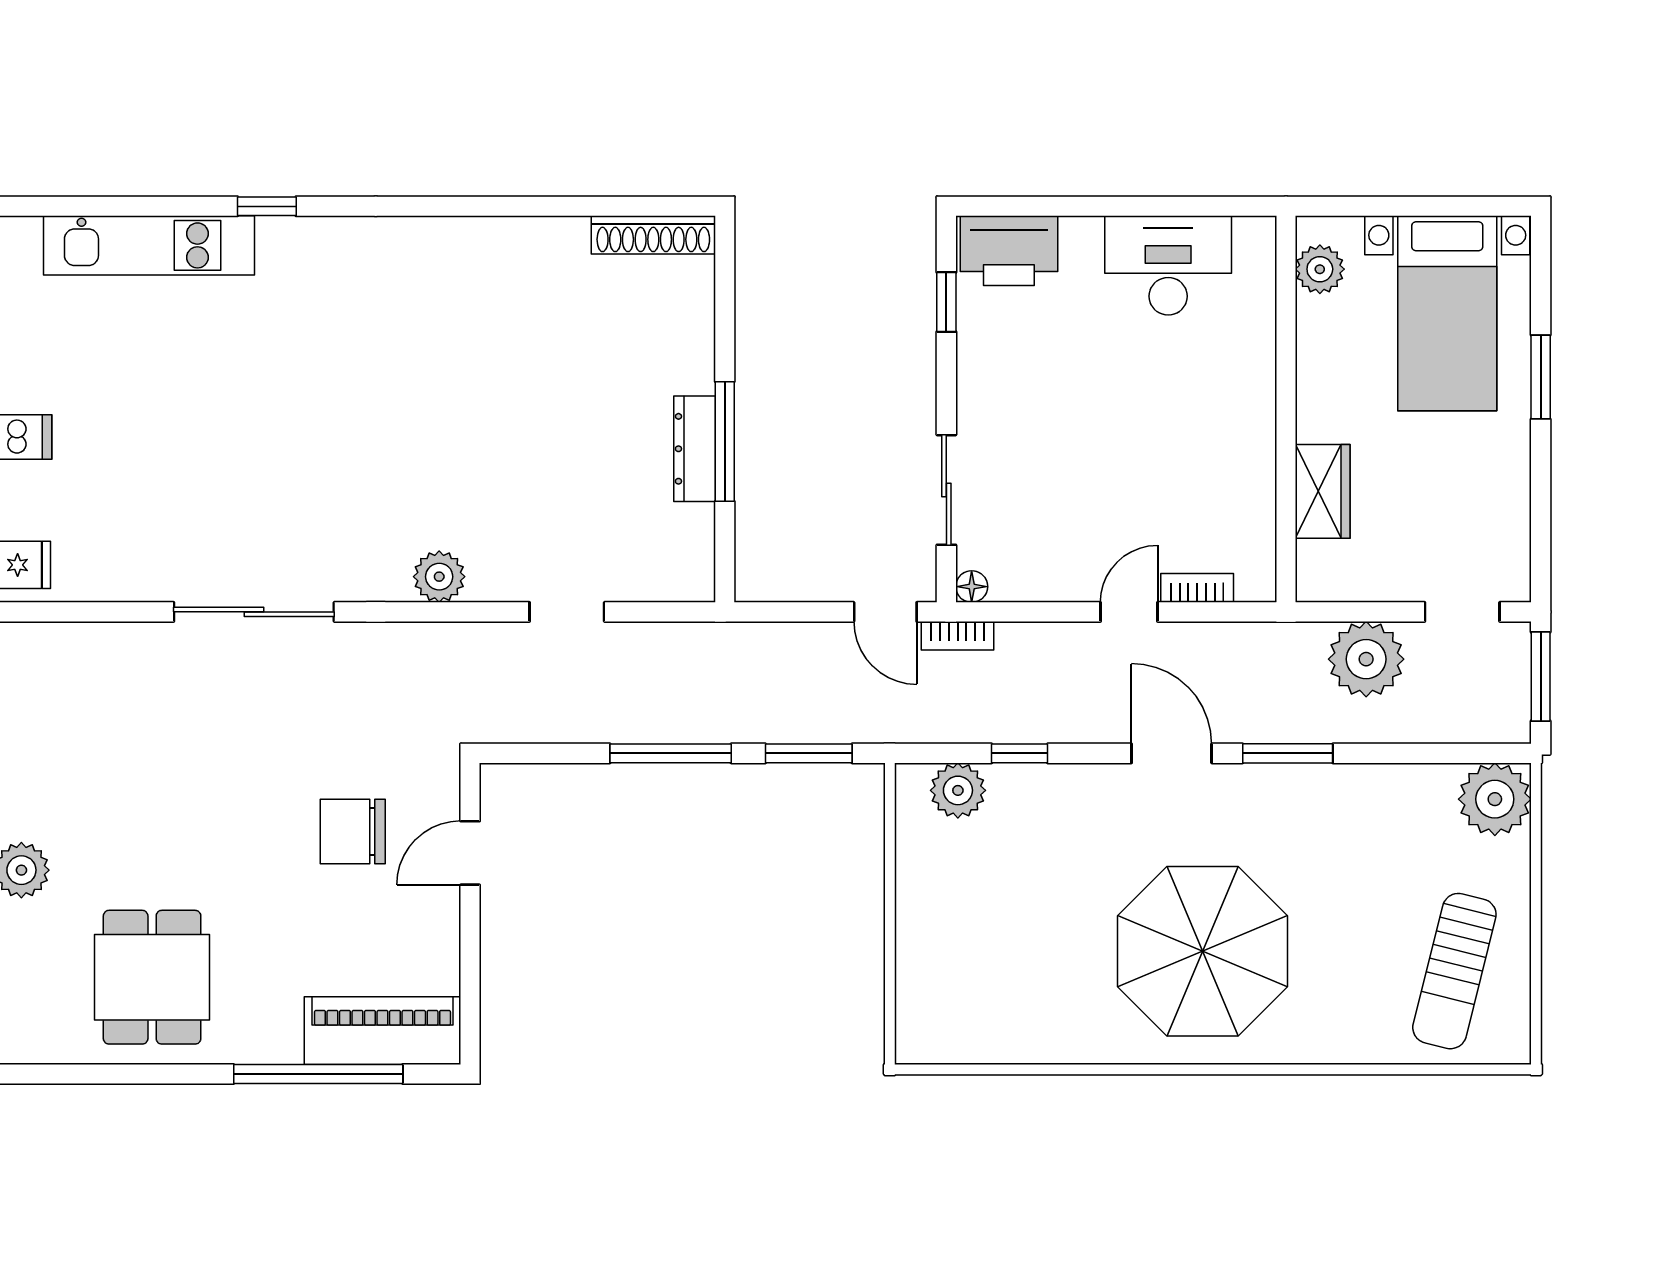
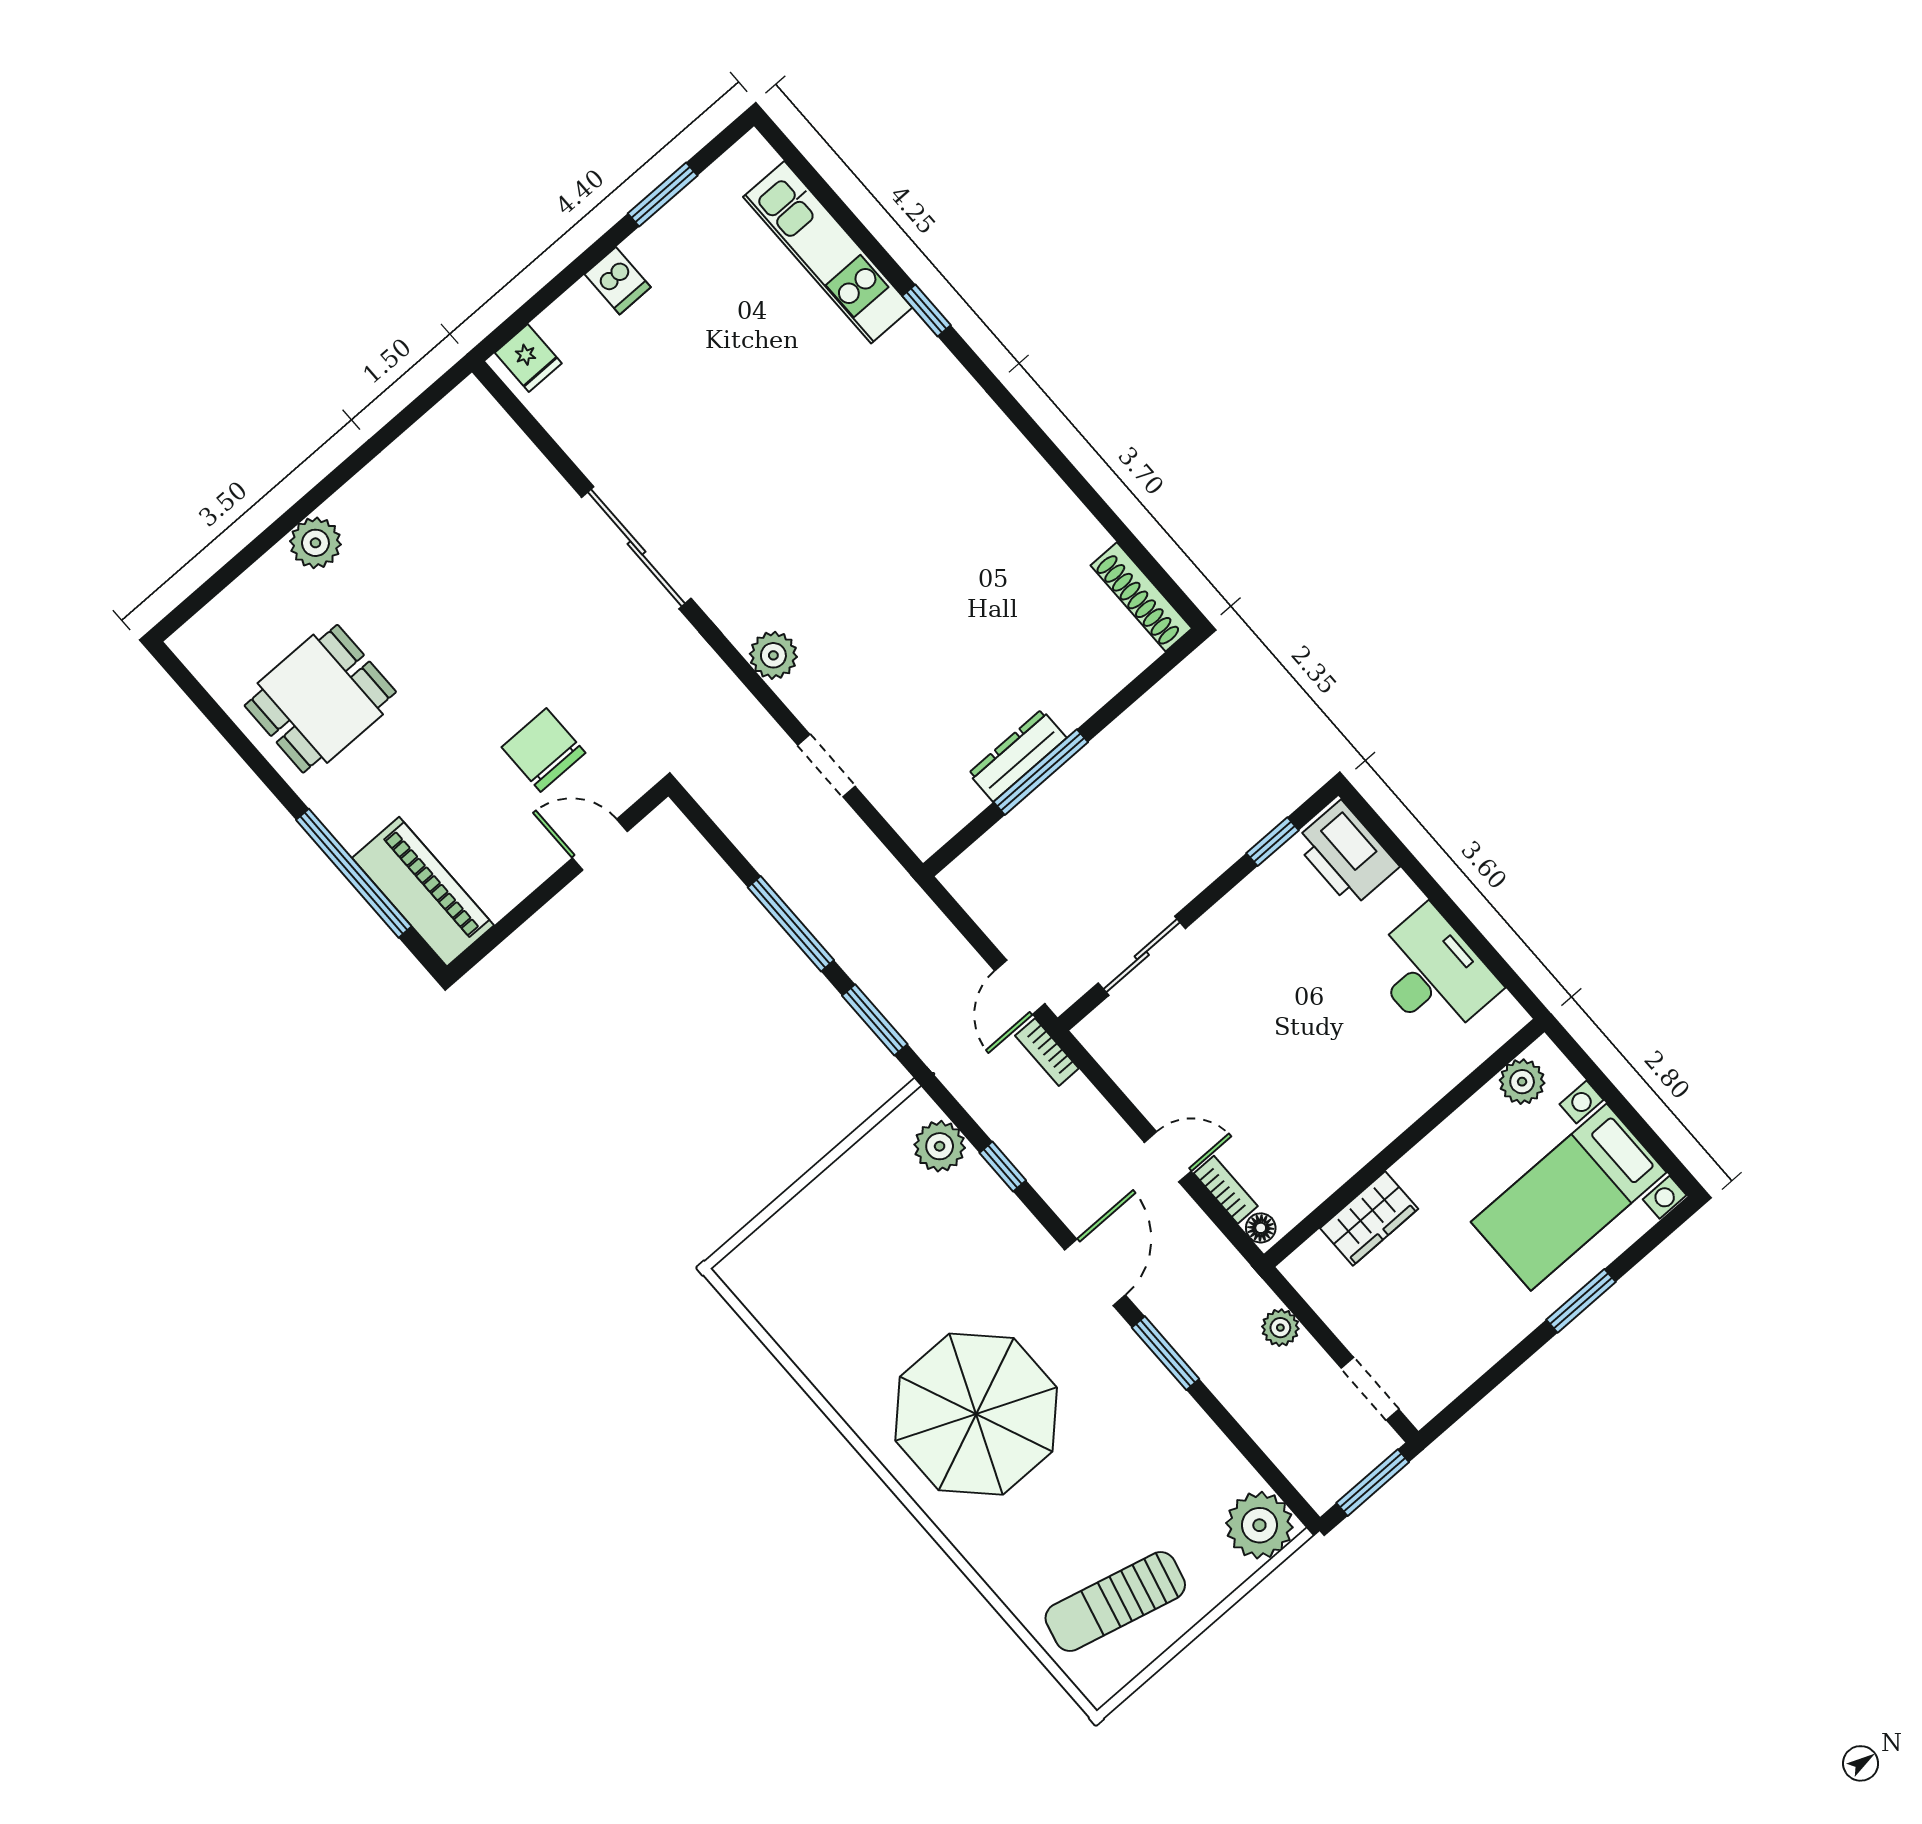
floor lamp: (972, 587) -> (1261, 1228), moved
plant: (1366, 659) -> (1280, 1328), width x0.53, depth x0.53

